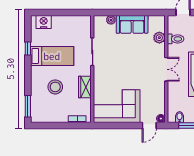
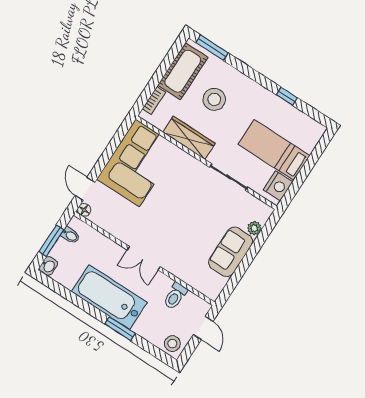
nightstand: (44, 22) -> (278, 186), moved
plant: (159, 38) -> (190, 276), removed
bed: (52, 56) -> (274, 150), moved, turned 90
wardrobe: (85, 87) -> (189, 138), width x1.50
cot: (51, 114) -> (183, 71), added

